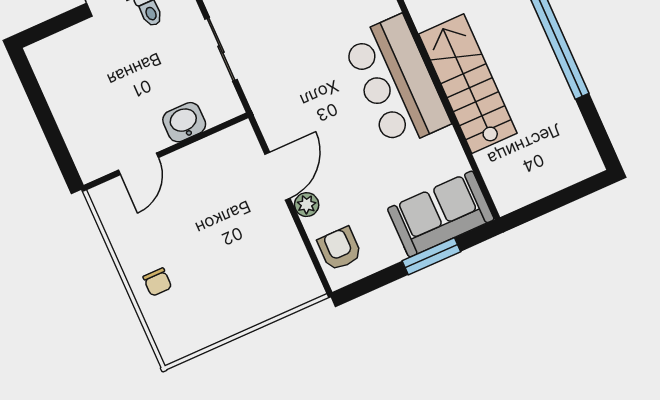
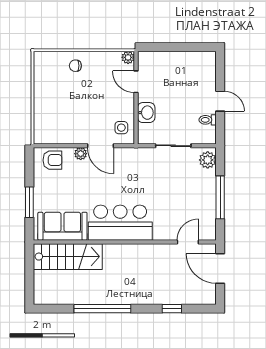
stairs: (468, 84) -> (68, 257), moved
side table: (230, 154) -> (121, 128), added
plant: (102, 197) -> (128, 57), added
sofa: (441, 214) -> (62, 226), moved, turned -90

